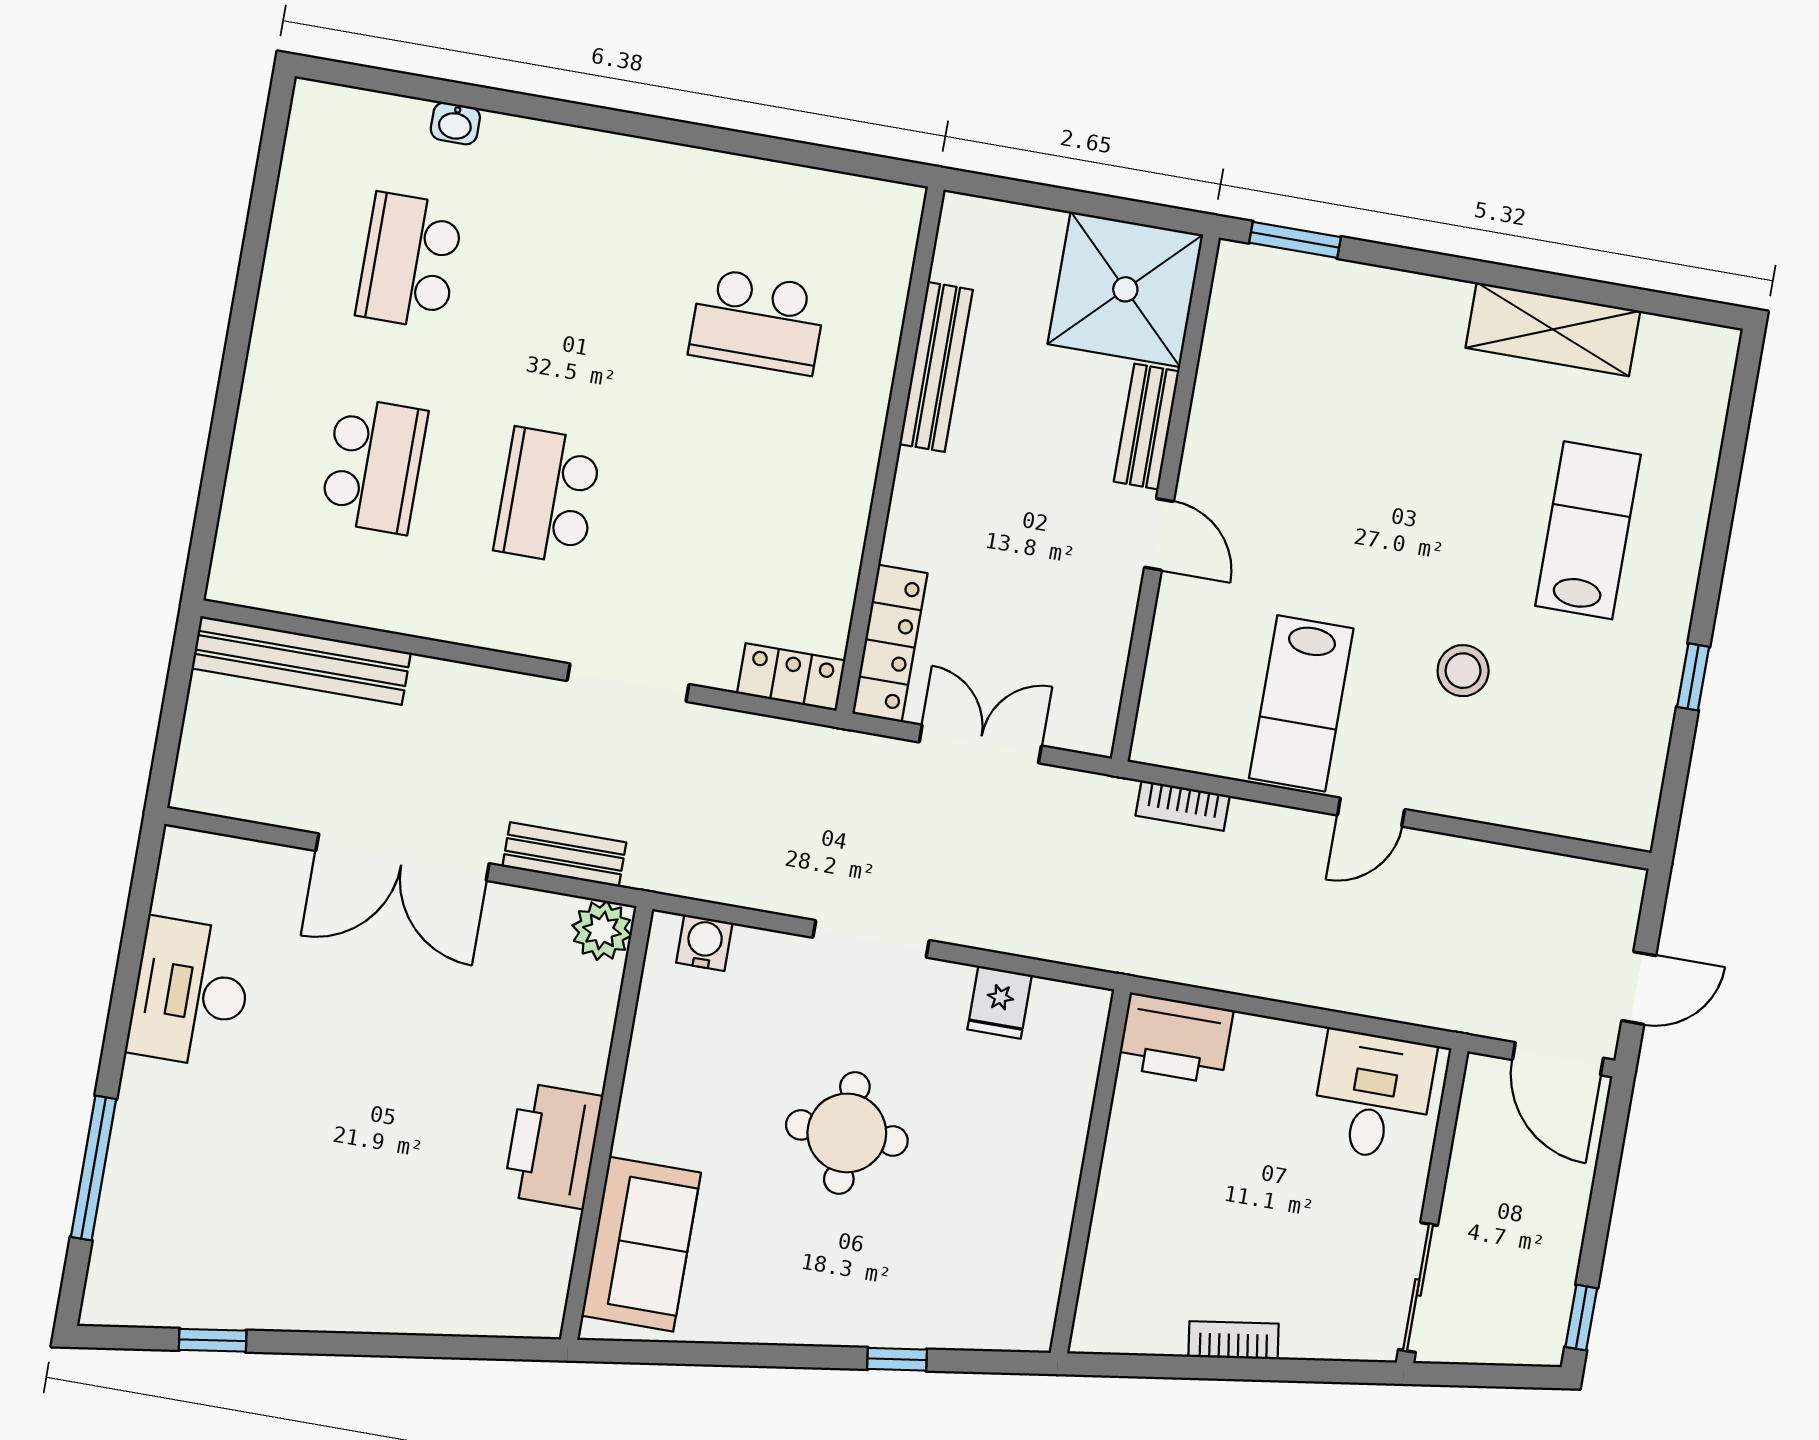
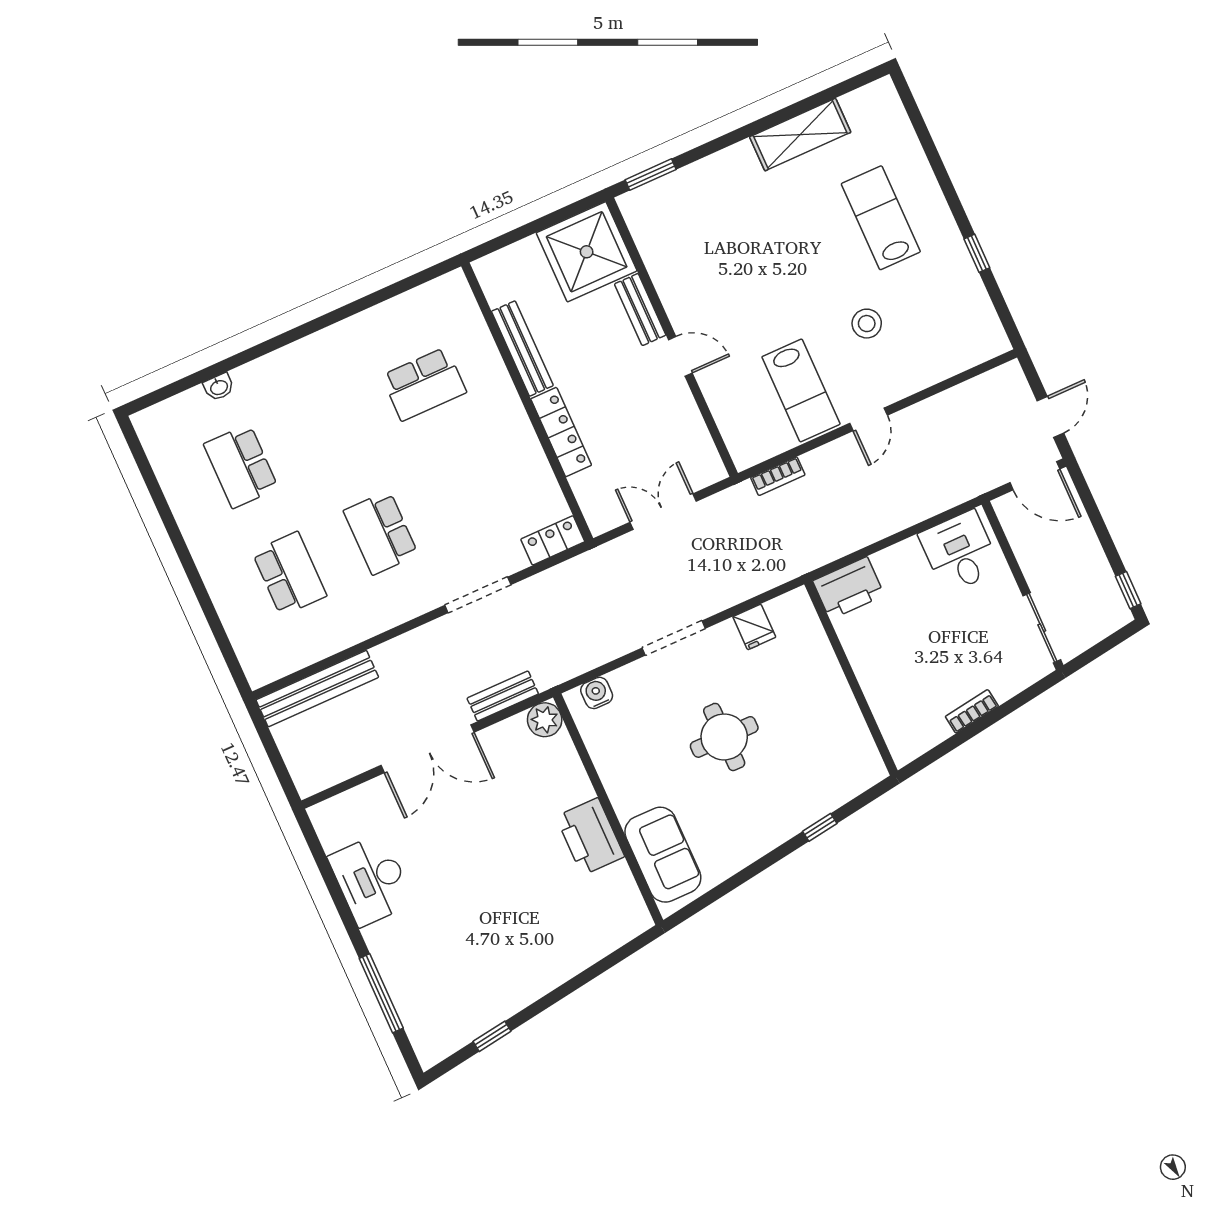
locker: (890, 643) -> (561, 432), moved

